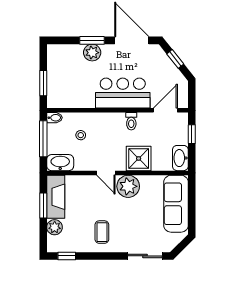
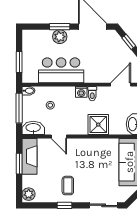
bar counter: (123, 93) -> (61, 70), moved
washing machine: (118, 119) -> (81, 92), added
door: (106, 173) -> (59, 137), moved
plant: (128, 186) -> (90, 148), removed
plant: (55, 227) -> (29, 194), moved
window: (67, 256) -> (65, 205), moved

